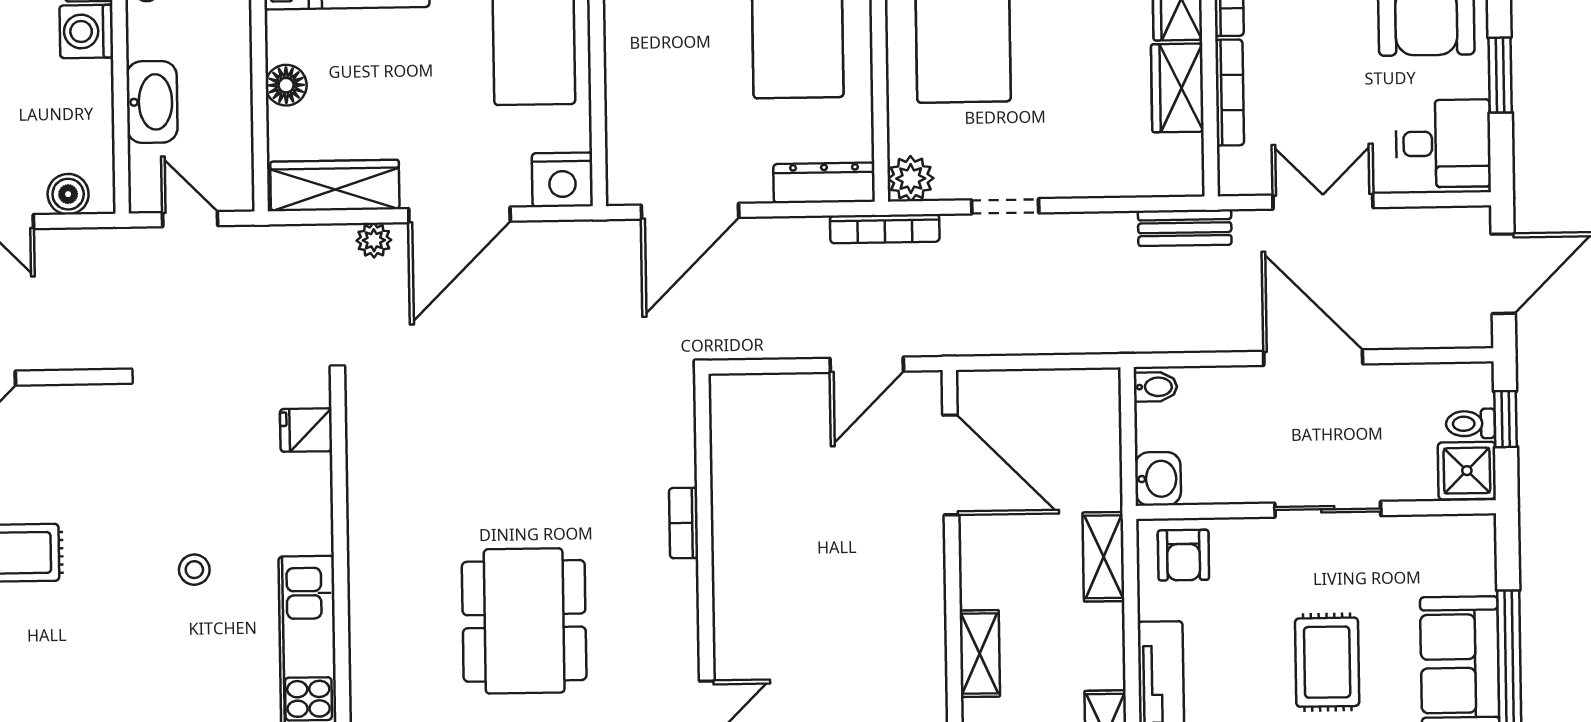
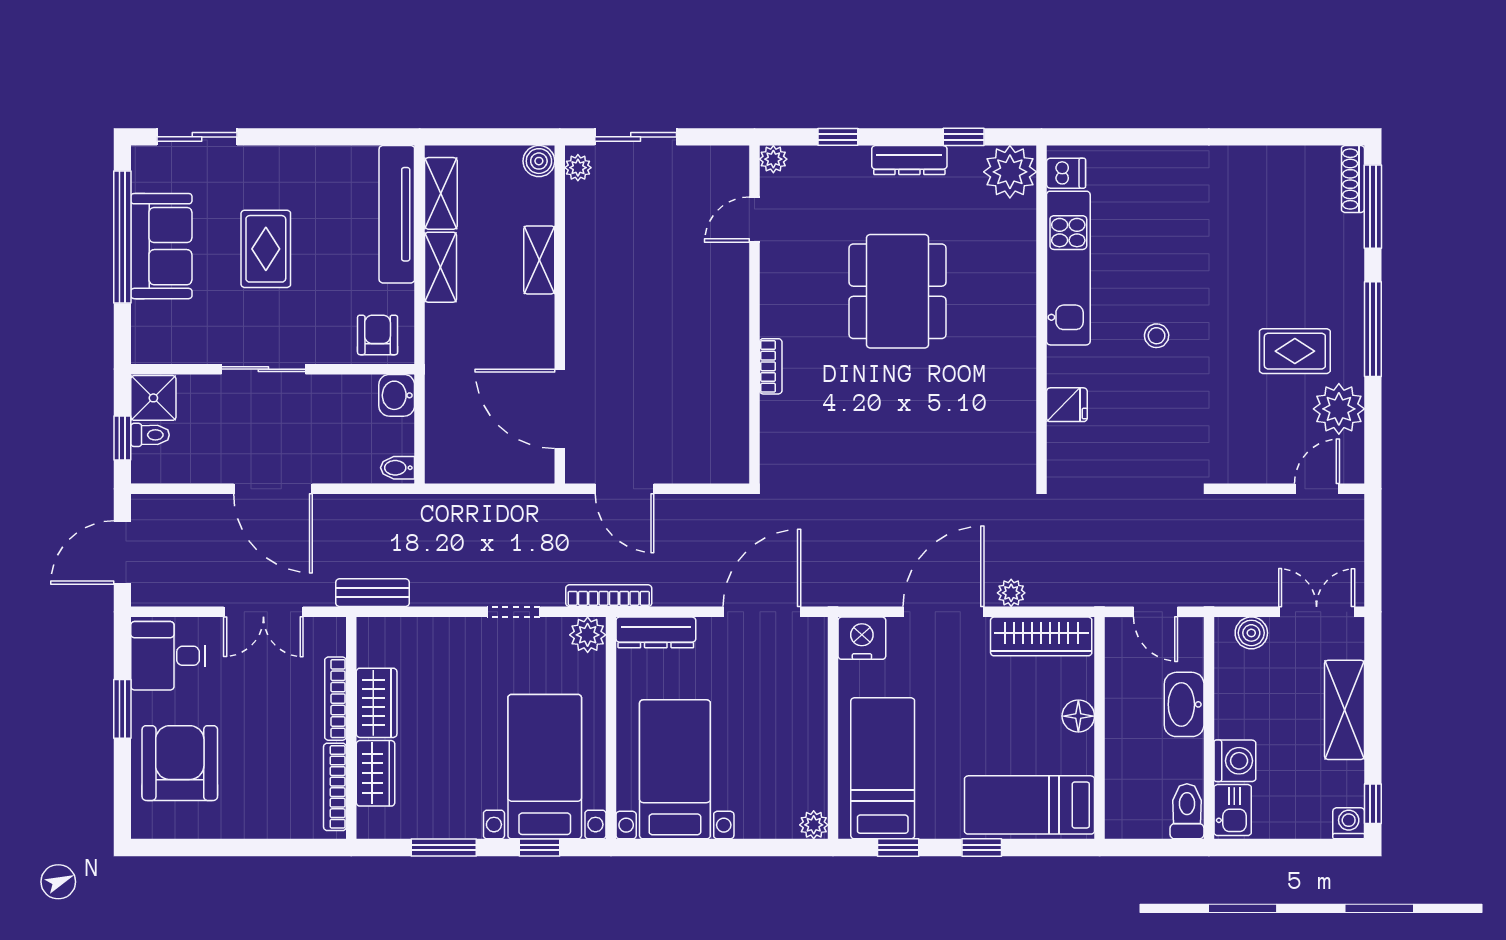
door: (867, 365) -> (625, 489), swing flipped
fridge: (306, 430) -> (1067, 405), moved
shelving: (1103, 557) -> (441, 267), moved

